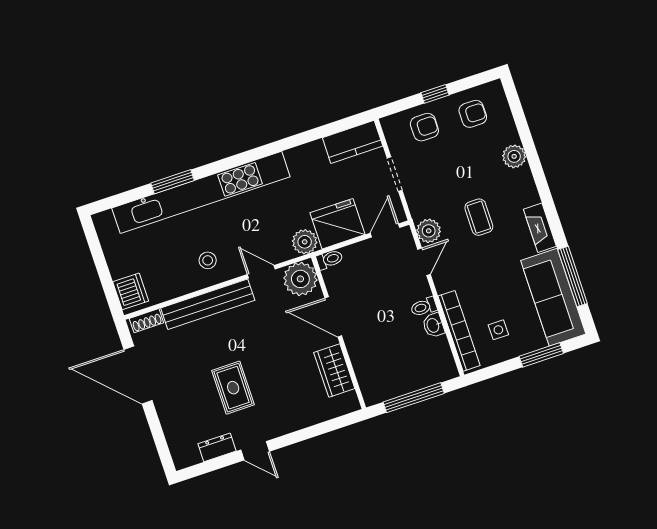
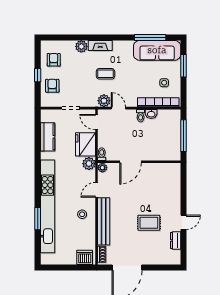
kitchen counter: (353, 142) -> (48, 137), moved
fireplace: (540, 228) -> (100, 45), moved
plant: (300, 279) -> (102, 168), width x0.53, depth x0.53
wardrobe: (334, 371) -> (157, 170), removed

